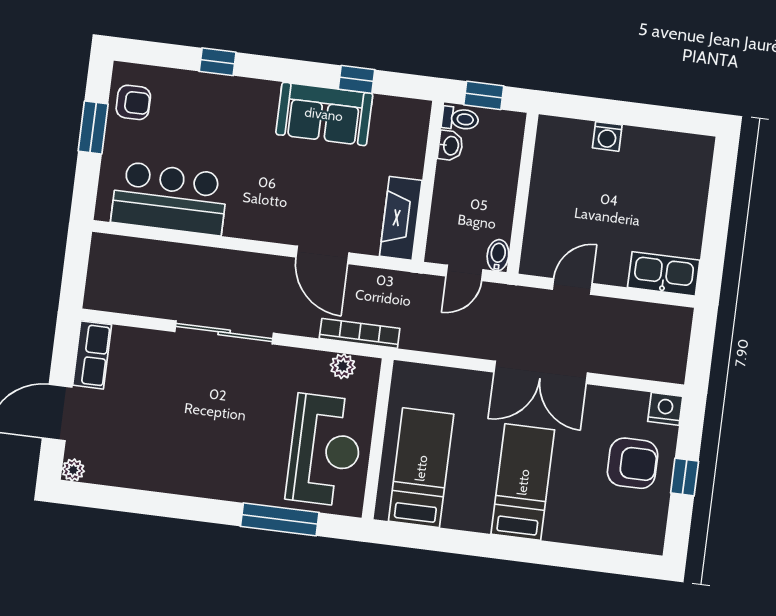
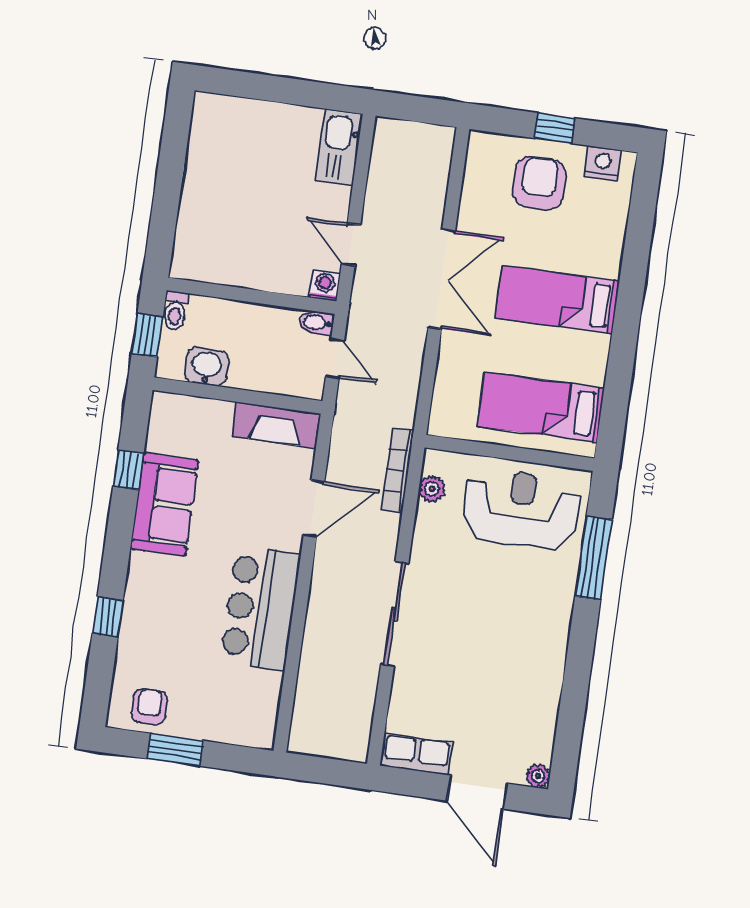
toilet: (460, 119) -> (175, 311), moved, turned 180
washing machine: (607, 136) -> (325, 285), moved, turned -90
washbasin: (450, 146) -> (206, 367), width x1.38, depth x1.45
bar counter: (170, 198) -> (260, 608), moved
nightstand: (665, 409) -> (603, 163), moved, turned 90

